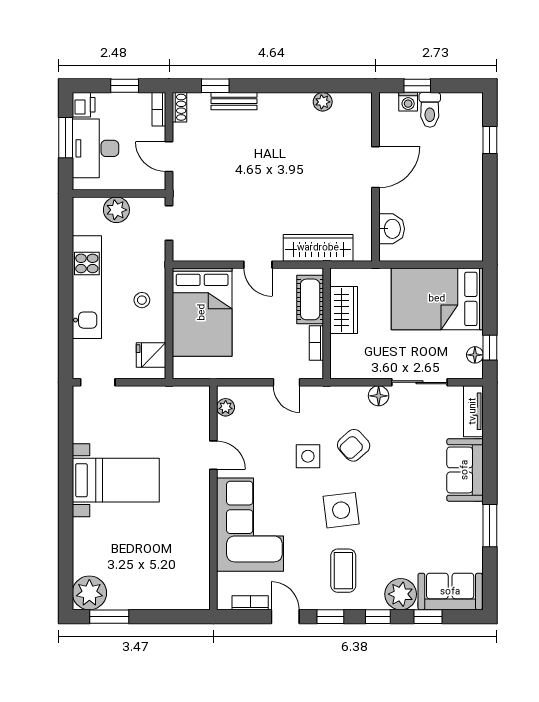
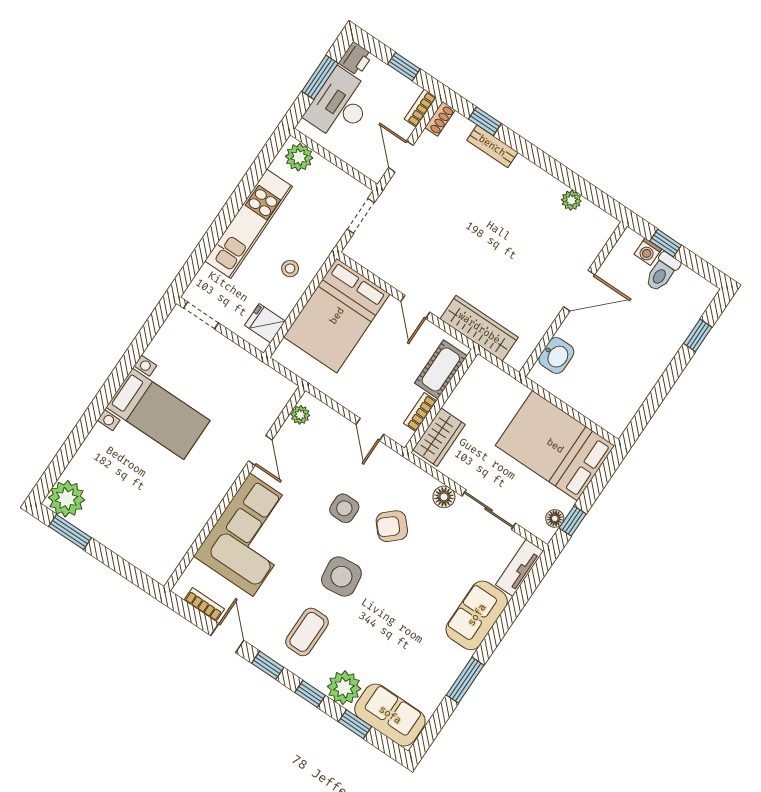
plant: (116, 210) -> (299, 157), moved
wardrobe: (344, 310) -> (439, 437), moved

